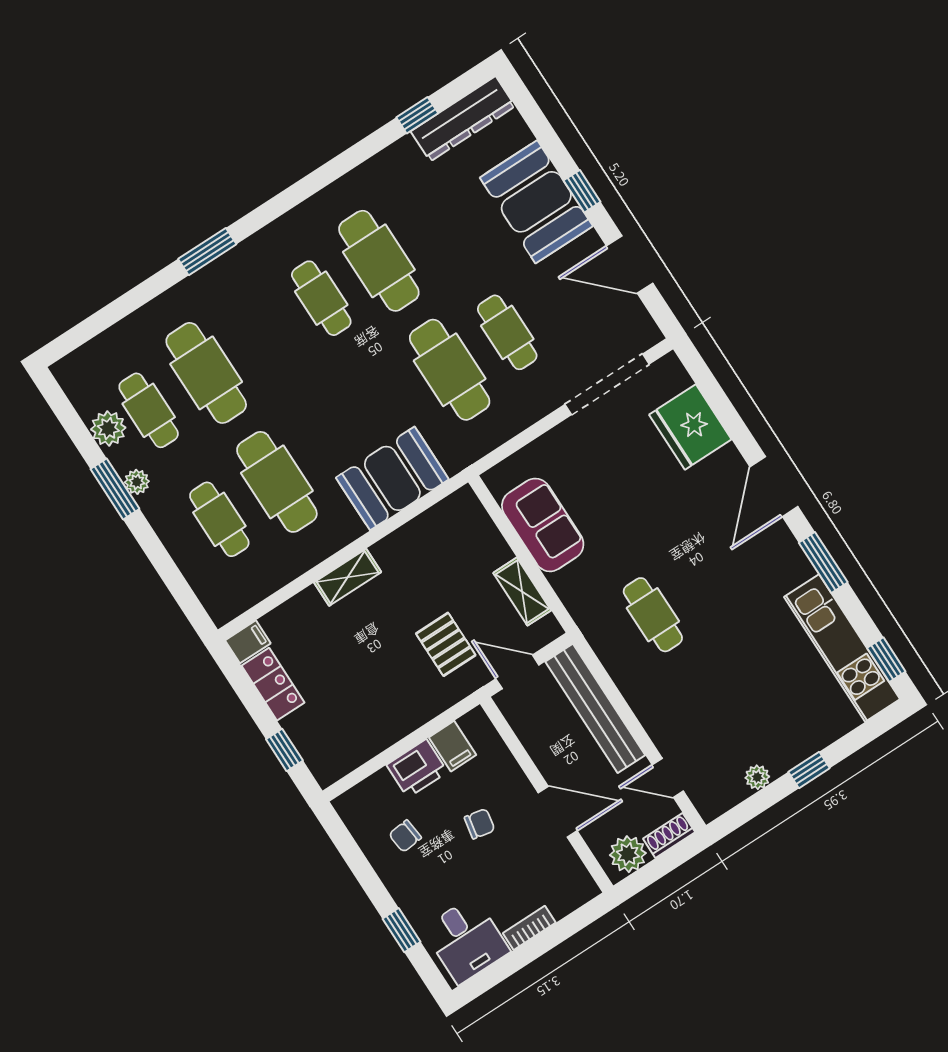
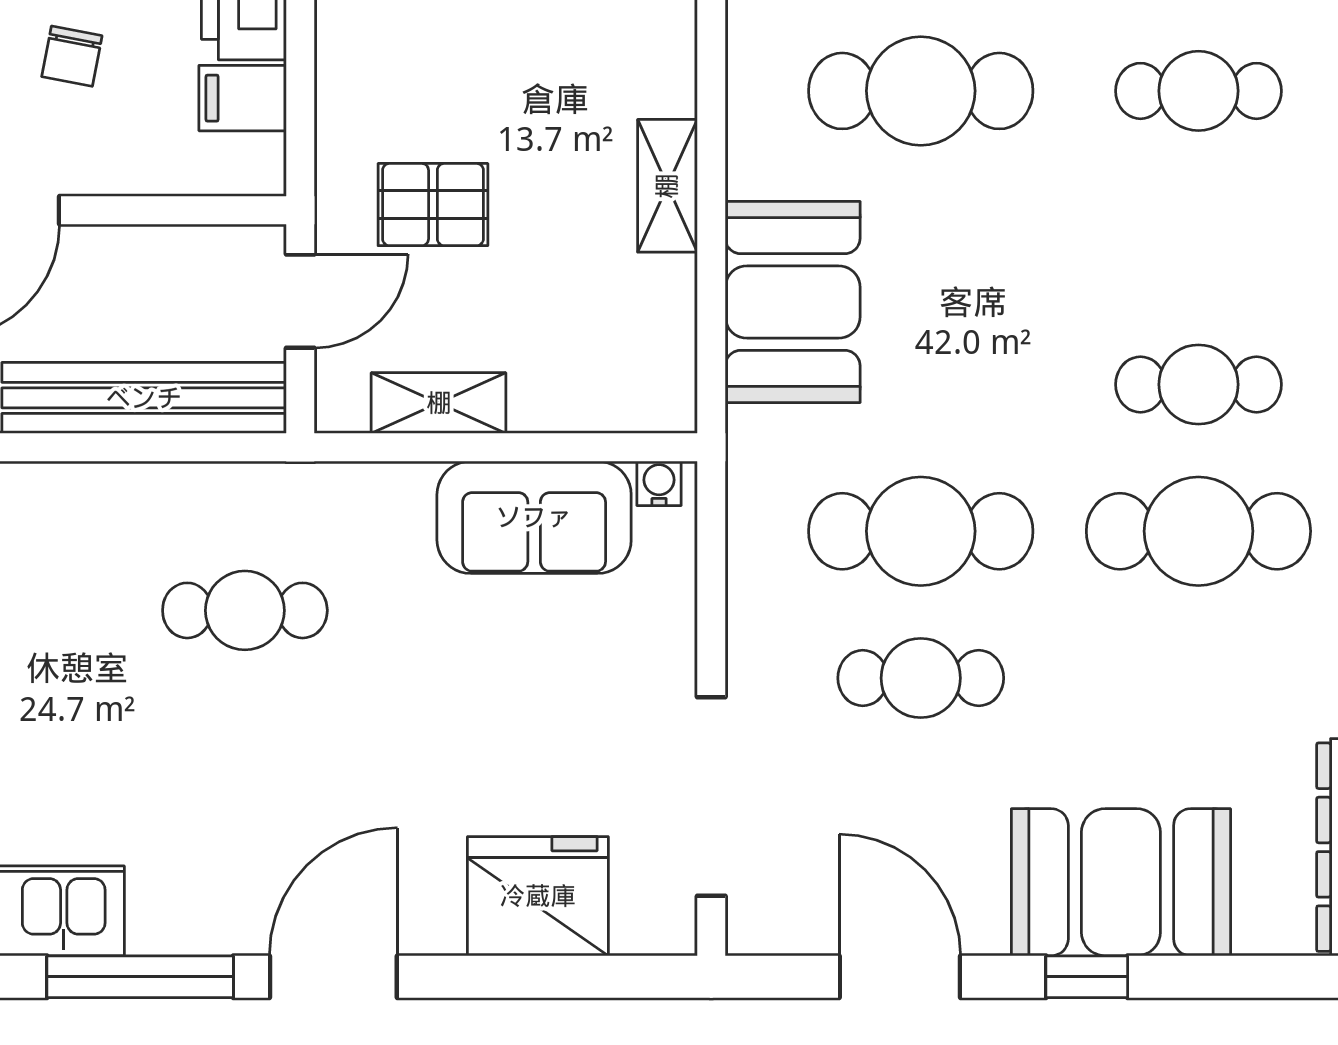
door: (630, 264) -> (900, 977), hinge flipped
cafe table: (206, 373) -> (1198, 91), width x0.73, depth x0.74
water cooler: (498, 485) -> (659, 483), added
door: (774, 487) -> (333, 977), hinge flipped
window: (823, 563) -> (140, 977), width x1.44
shelving: (348, 577) -> (667, 186), moved

